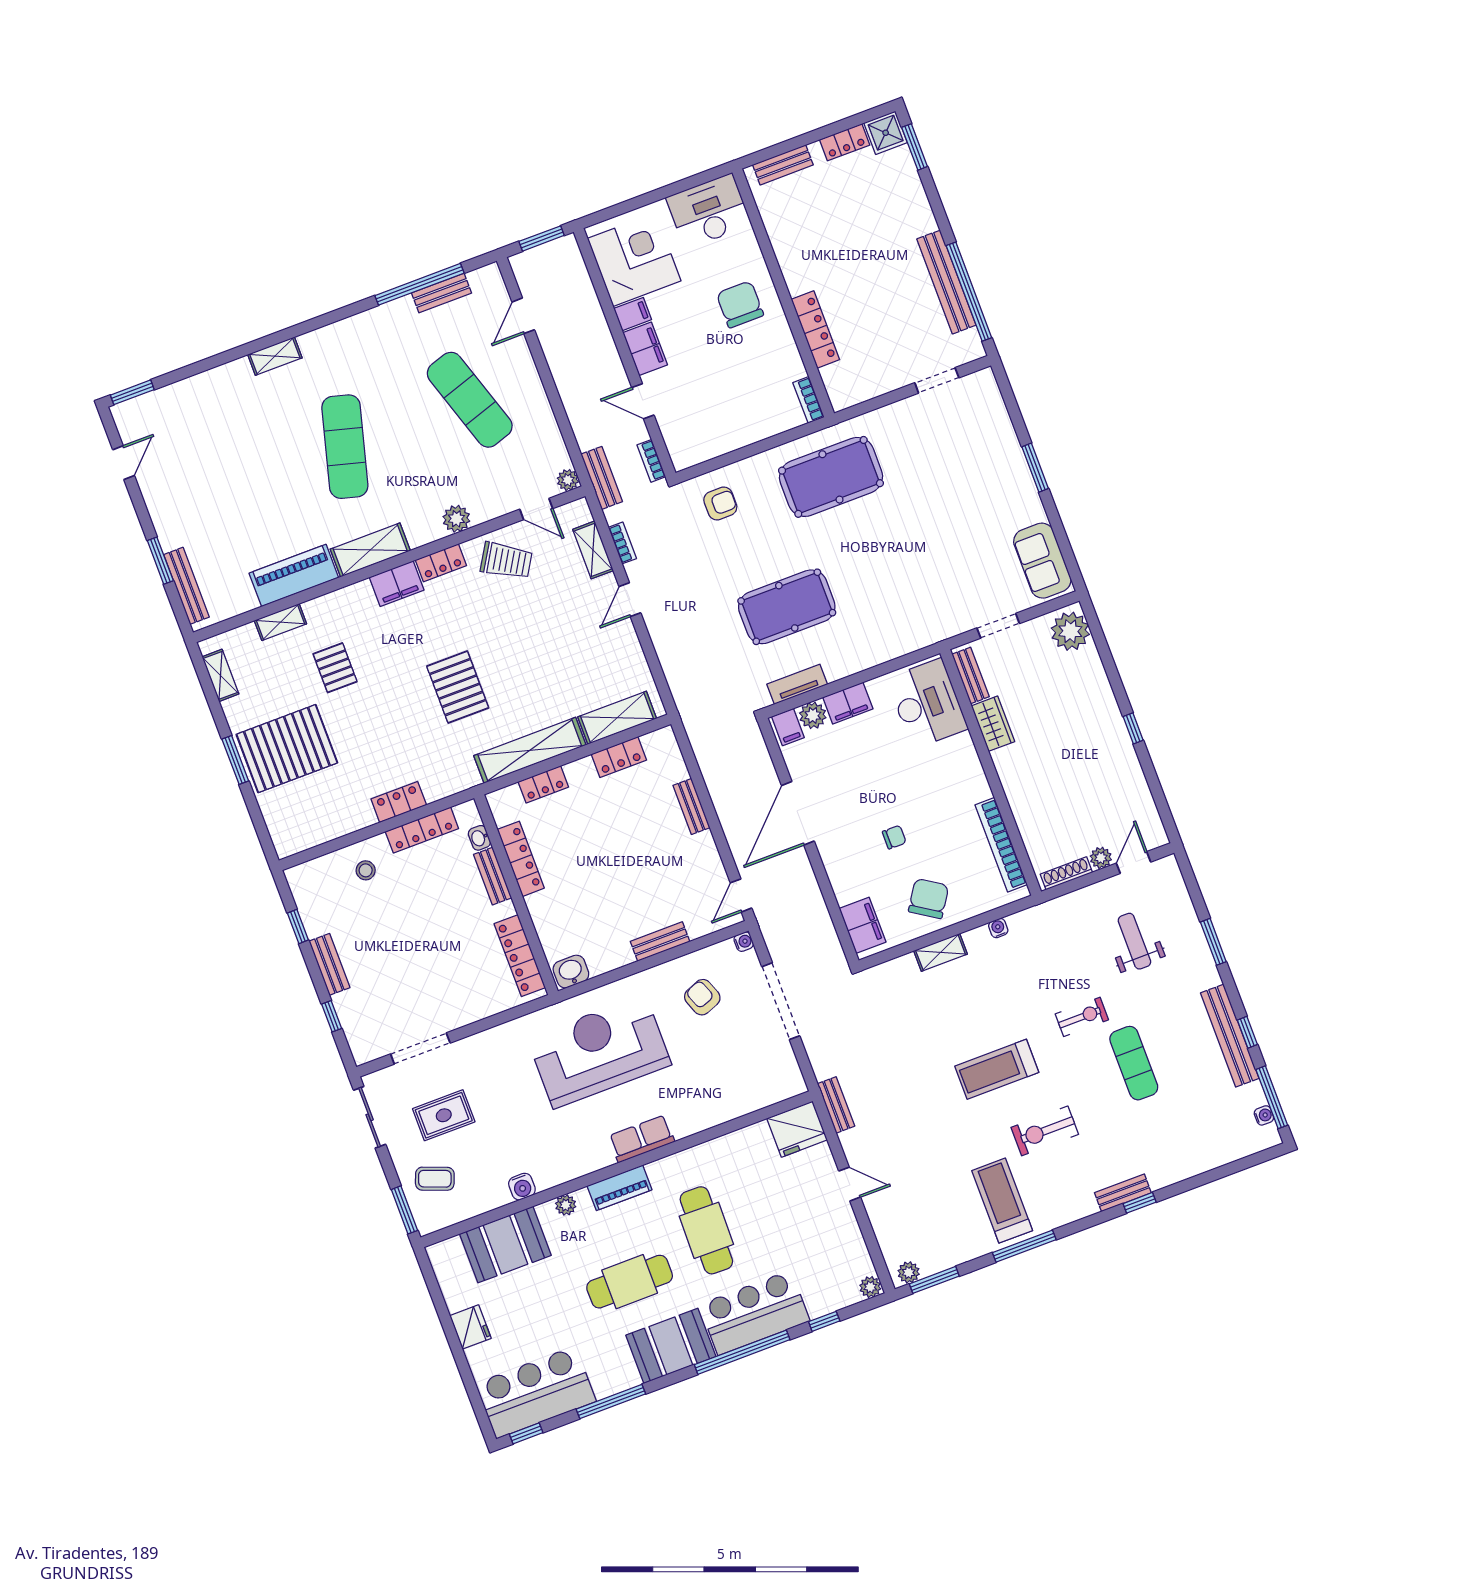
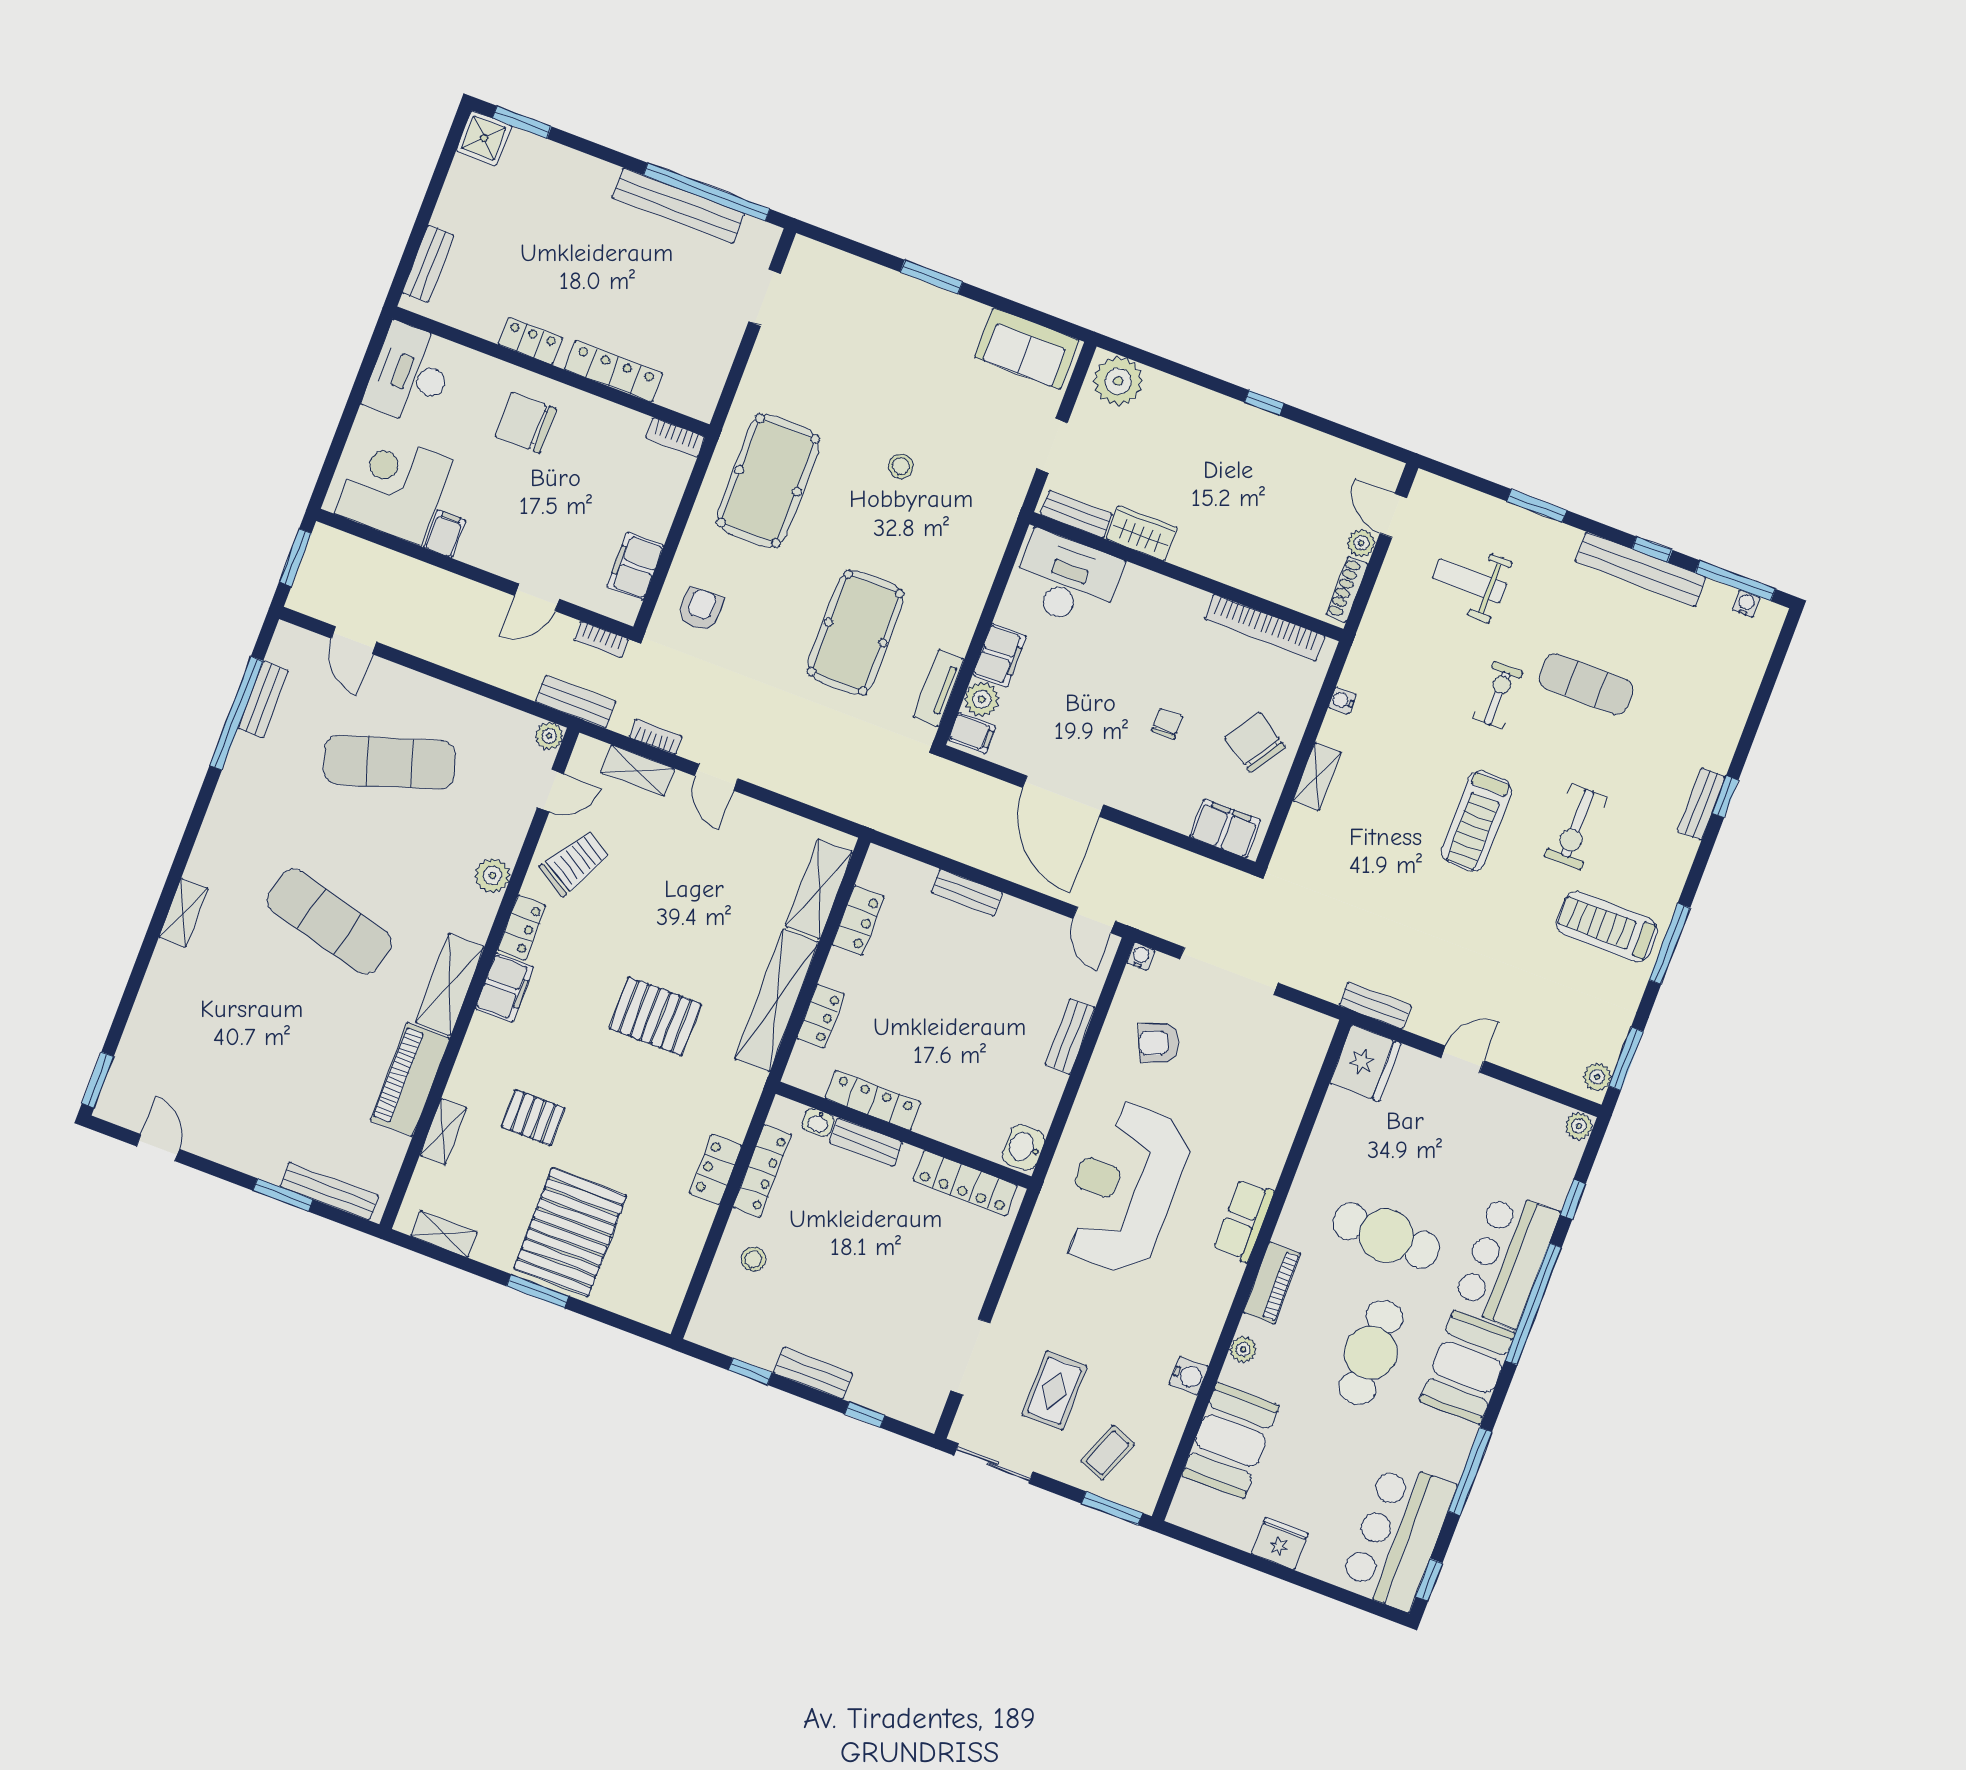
locker: (845, 142) -> (530, 341), moved, turned -90
filing cabinet: (645, 349) -> (635, 566), moved, turned -90
stool: (908, 547) -> (901, 466), added

